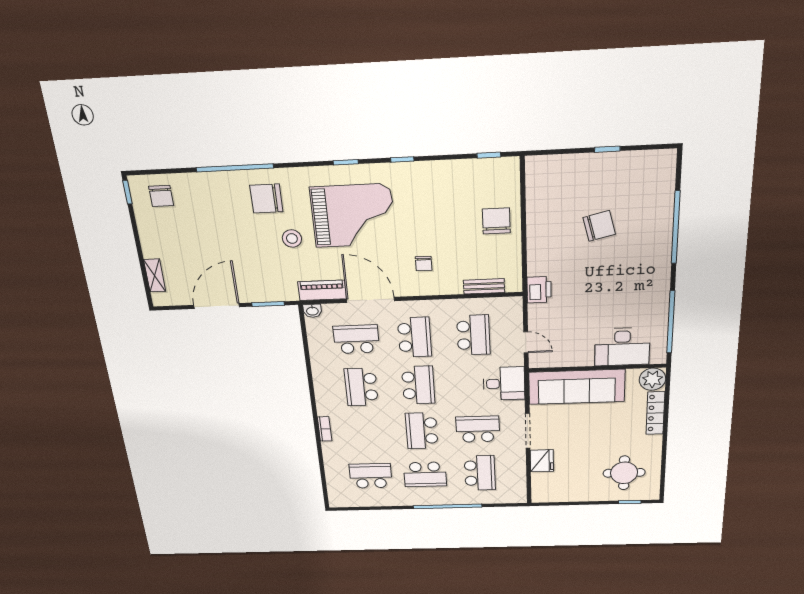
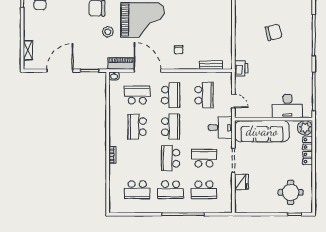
chair: (496, 221) -> (219, 27), removed
school desk: (480, 473) -> (204, 190), turned 90
school desk: (371, 476) -> (137, 190), turned 180

